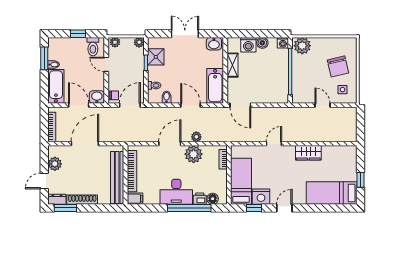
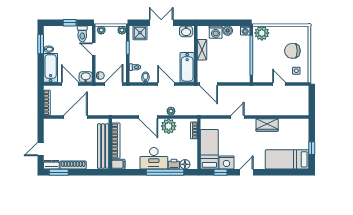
shower: (156, 57) -> (140, 33), moved
chair: (338, 66) -> (292, 51), turned 103
door: (170, 144) -> (148, 117), swing flipped
plant: (55, 164) -> (50, 134), removed

